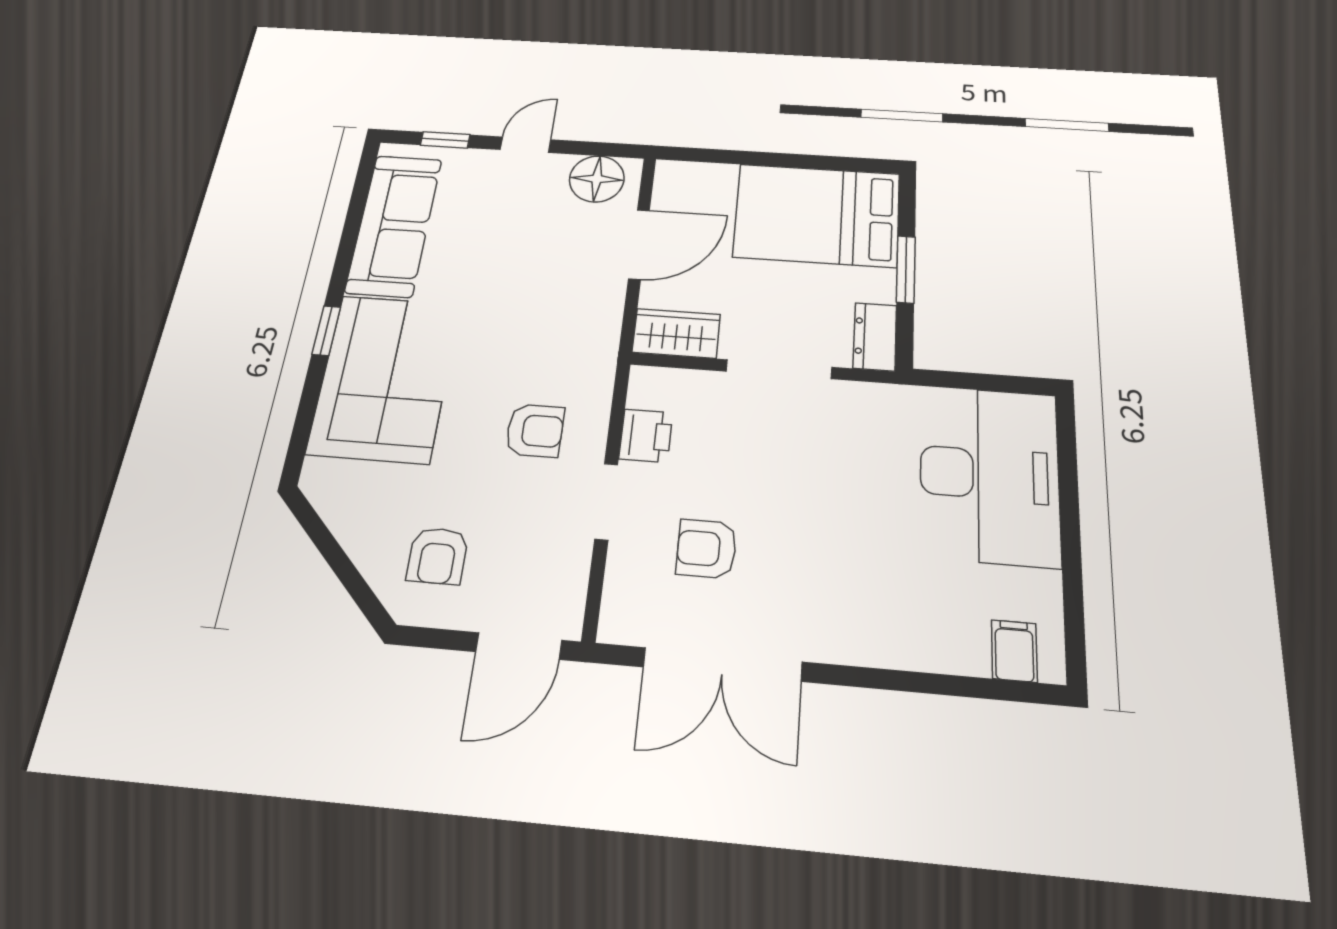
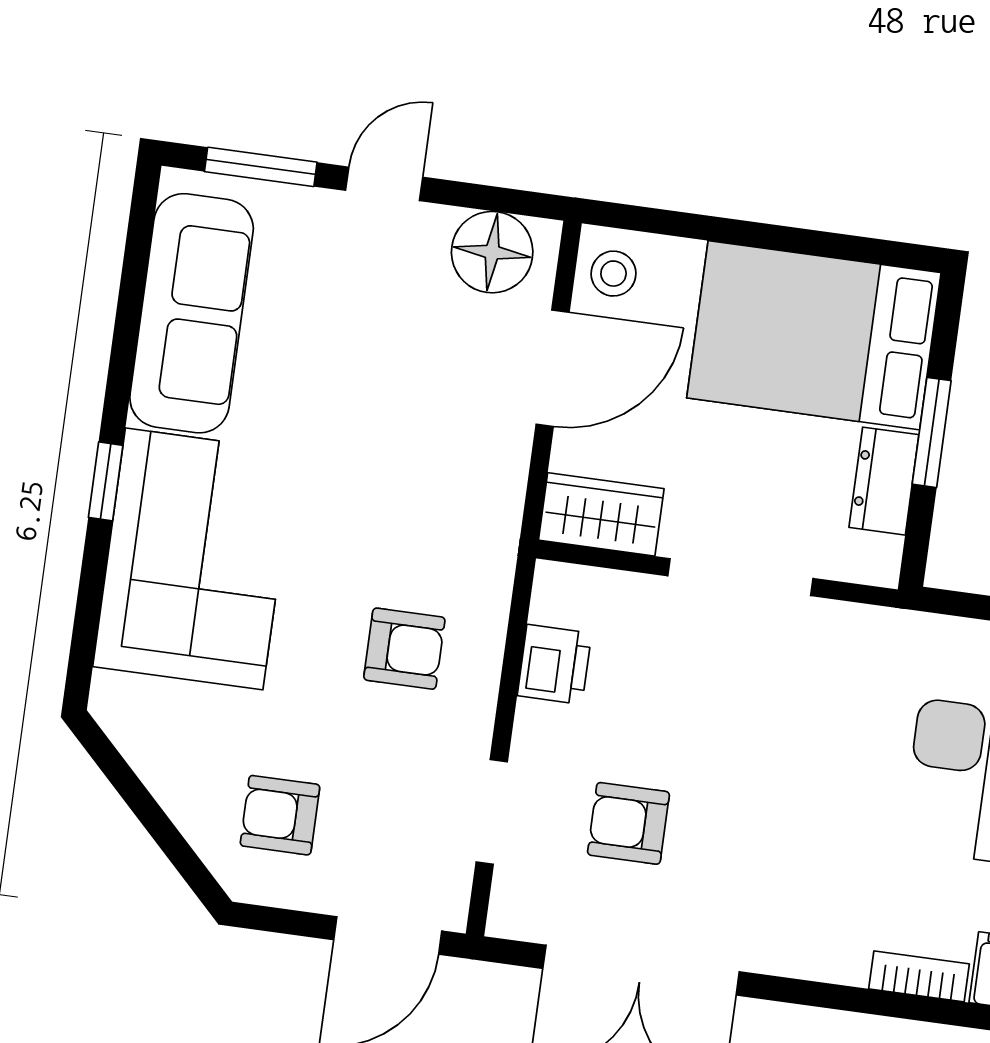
window: (445, 140) -> (261, 167), width x1.50
stool: (678, 187) -> (613, 274), added
dresser: (875, 337) -> (884, 481), moved
doorway: (606, 501) -> (492, 812), moved
armchair: (438, 556) -> (280, 815), turned 90
bookcase: (949, 659) -> (919, 976), added

